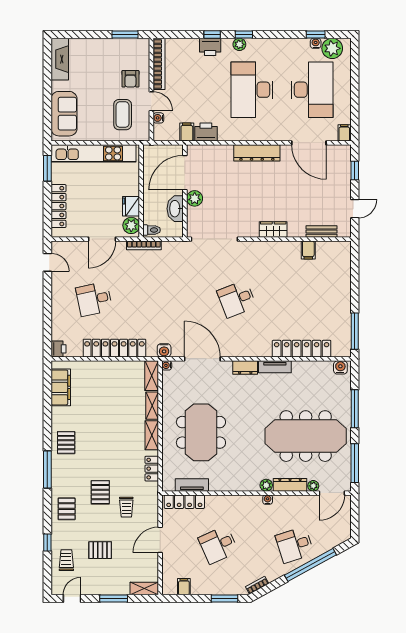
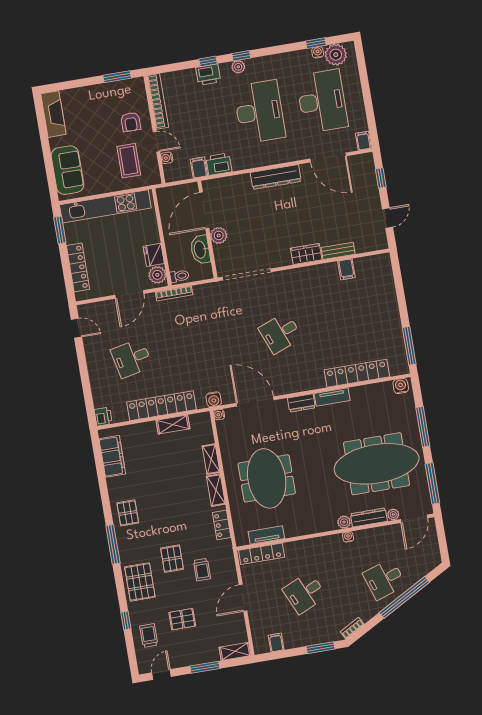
desk: (252, 90) -> (260, 112), turned 180
bench: (322, 232) -> (338, 251), moved
shelving: (152, 376) -> (173, 425), moved, turned 90
pallet: (67, 509) -> (140, 582), width x1.50, depth x1.42

